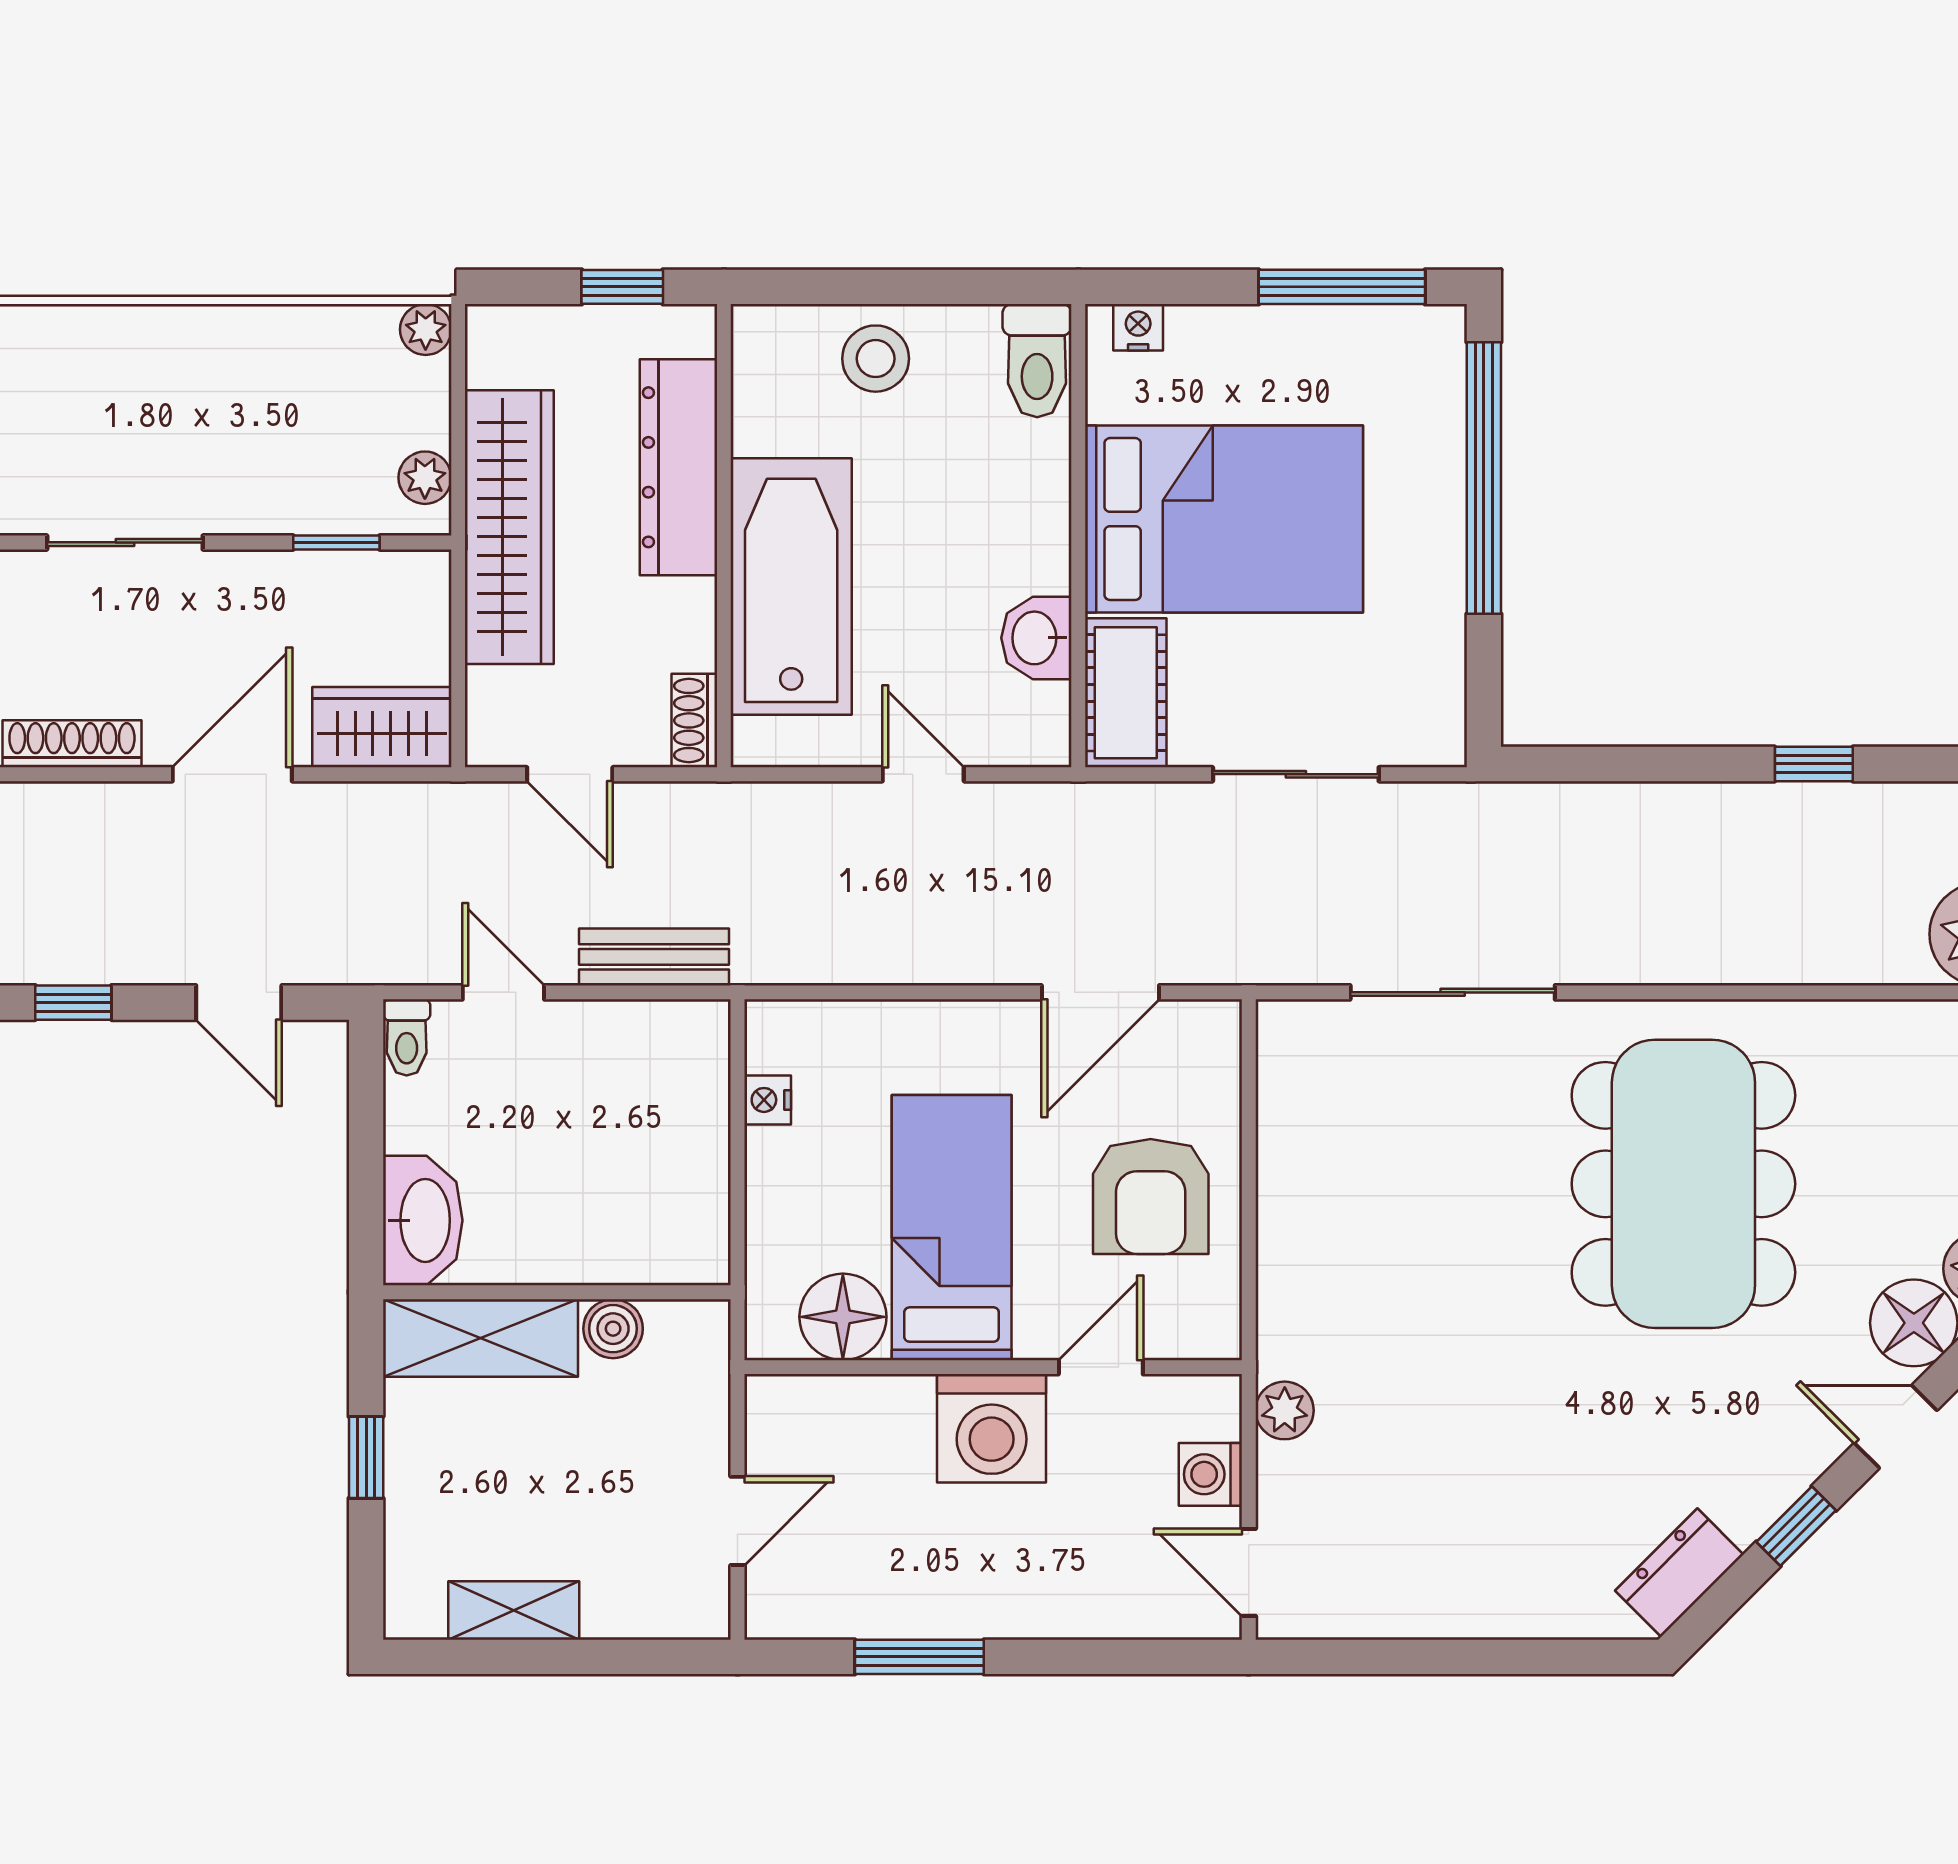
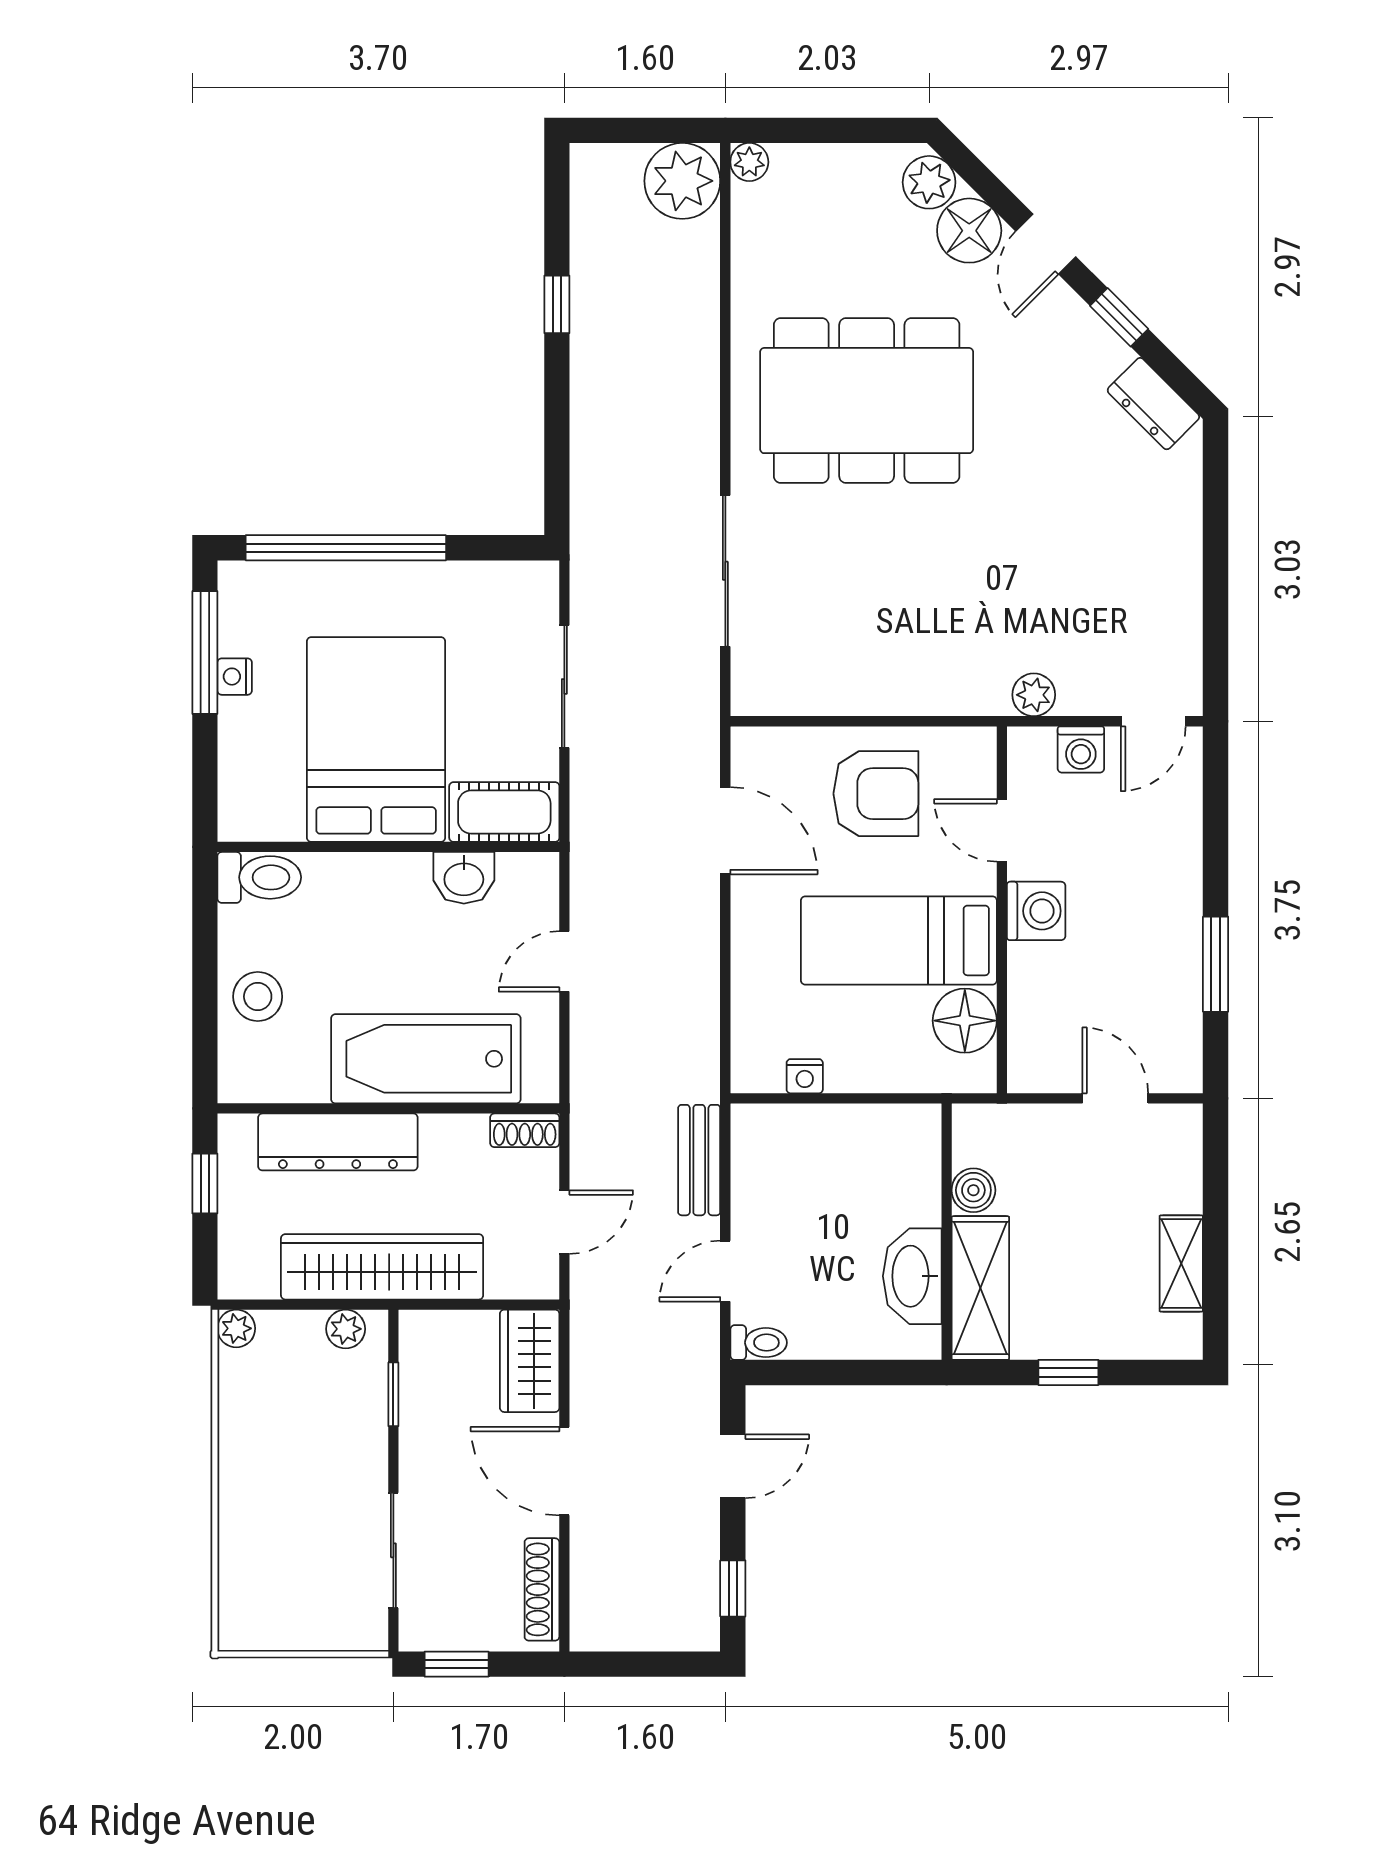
nightstand: (1138, 327) -> (235, 677), moved
washbasin: (423, 1220) -> (912, 1276), moved, turned -90
washing machine: (992, 1428) -> (1036, 911), width x0.73, depth x0.73

